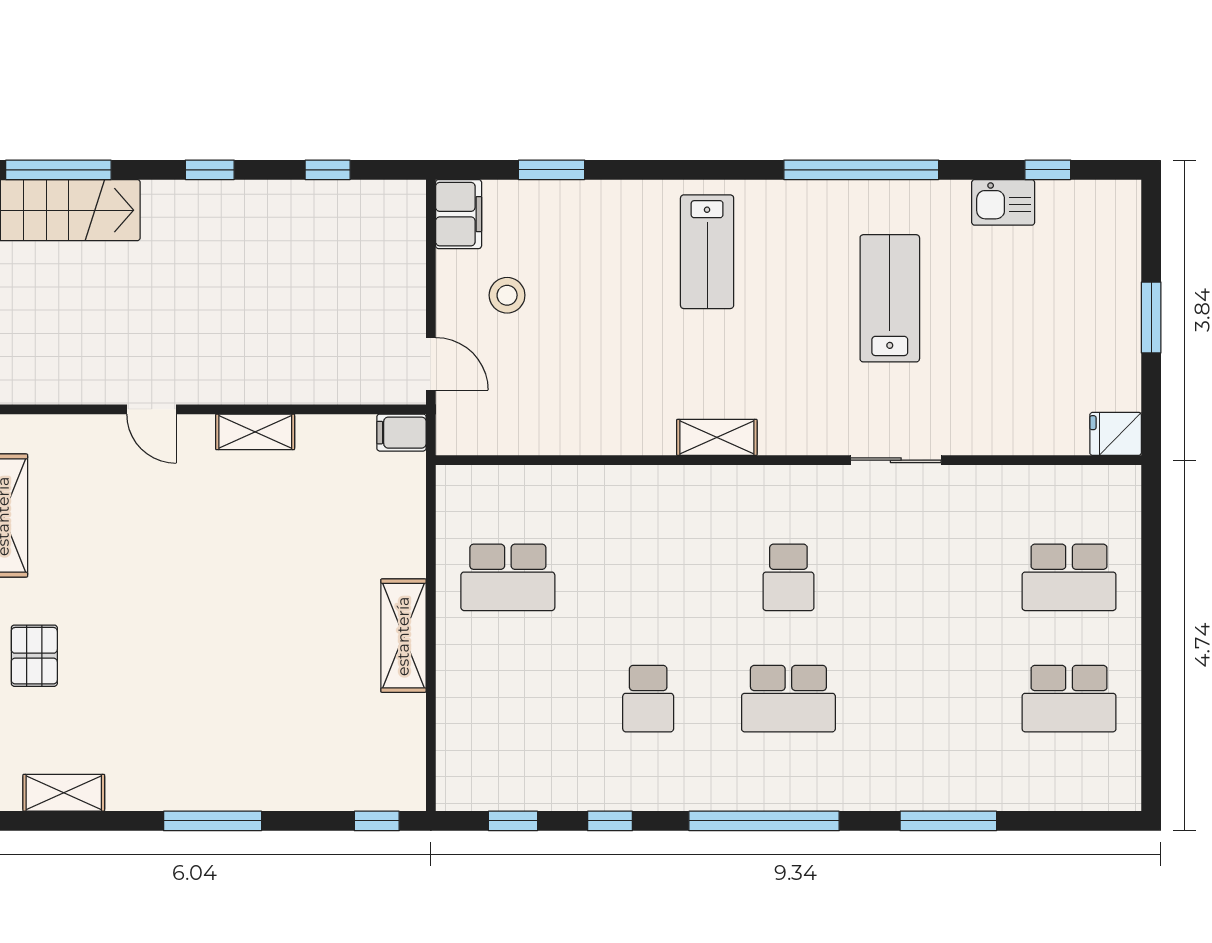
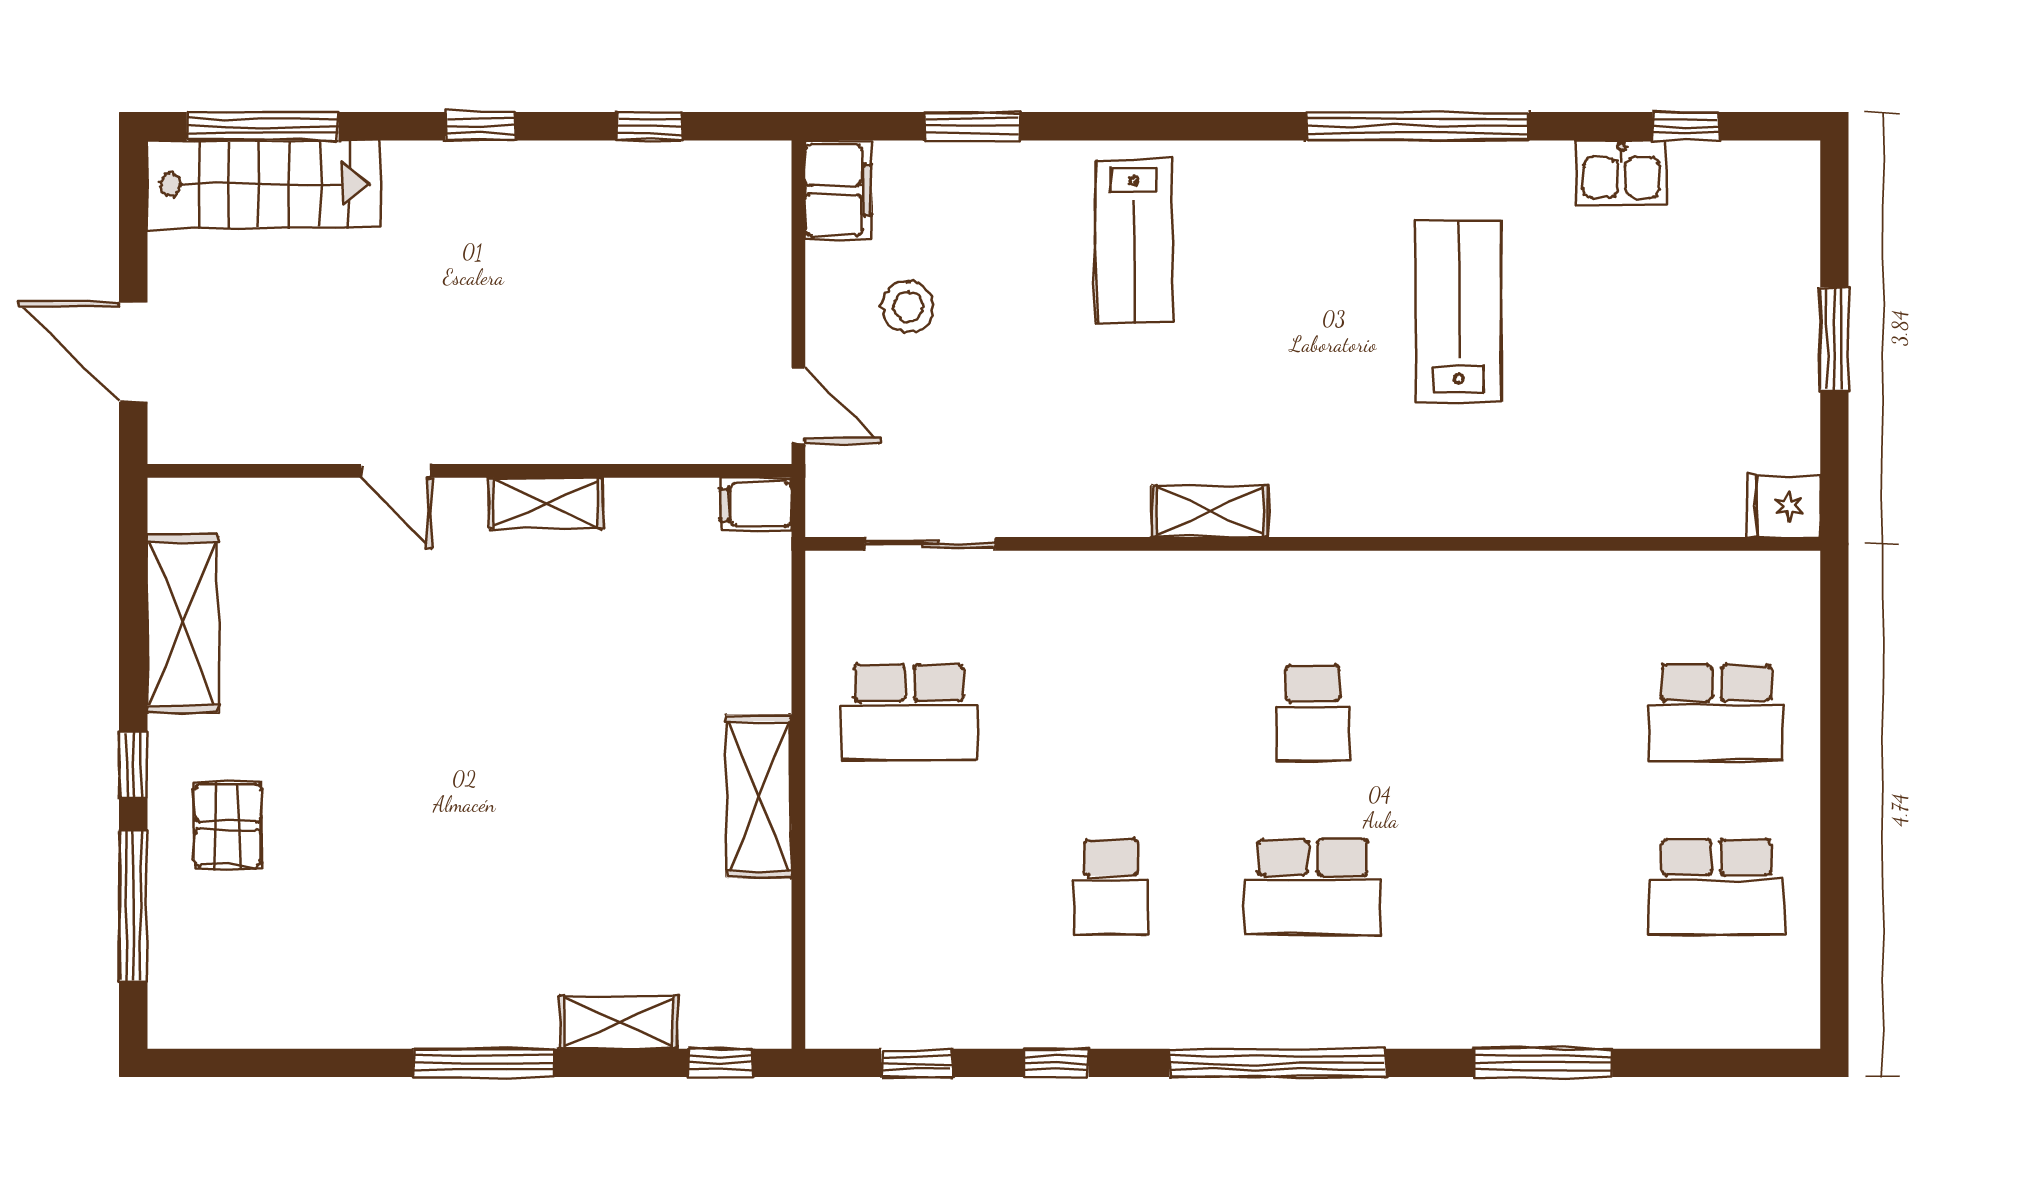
lab bench: (707, 252) -> (1134, 241), moved
sliding door: (896, 460) -> (930, 544), moved
shelving: (64, 793) -> (618, 1022), moved

